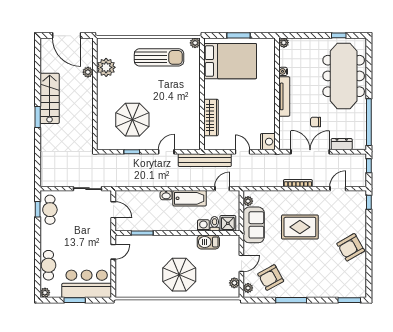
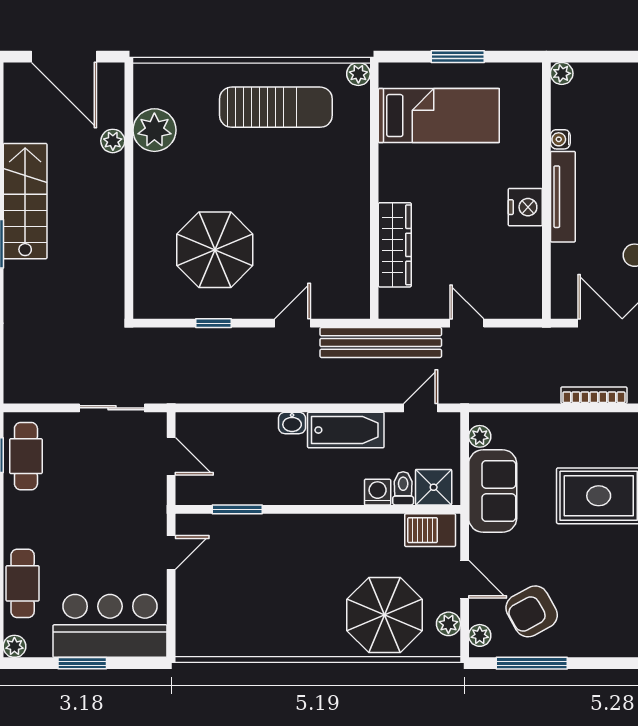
bed: (230, 61) -> (439, 116), width x0.67
nightstand: (268, 142) -> (525, 207), moved
barbecue: (208, 242) -> (430, 530), moved
door: (241, 263) -> (465, 579), hinge flipped
parasol: (179, 275) -> (385, 615), moved
window: (291, 300) -> (532, 663), moved

